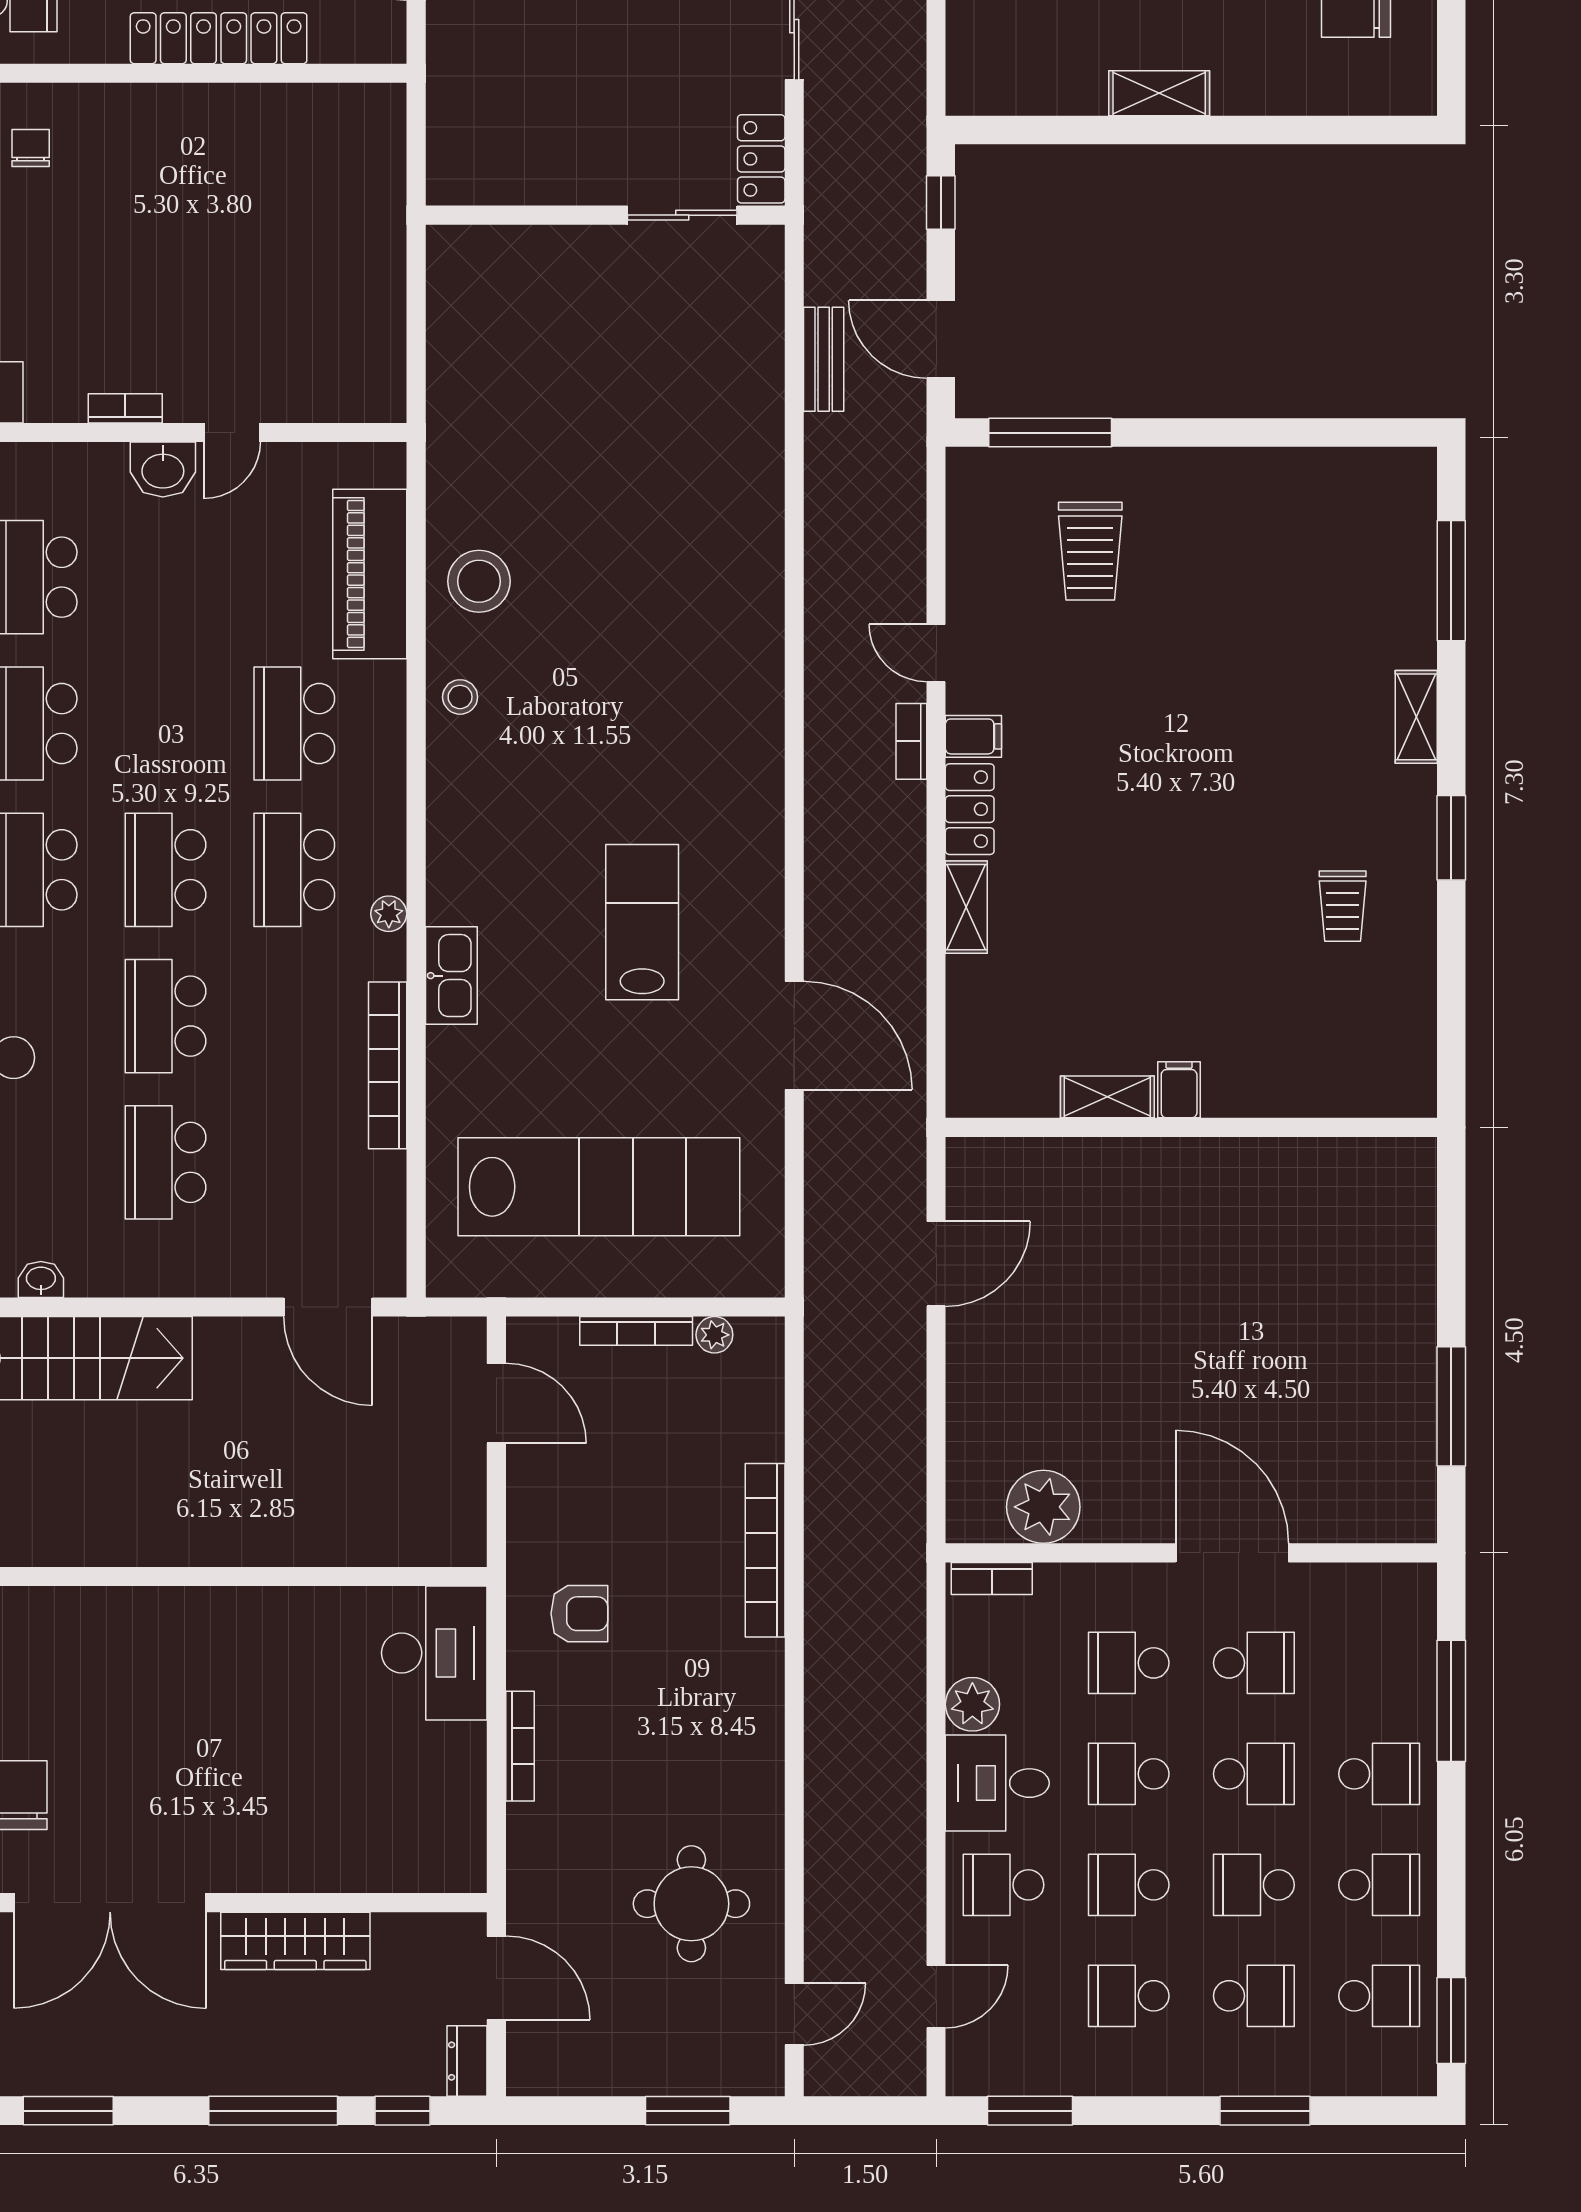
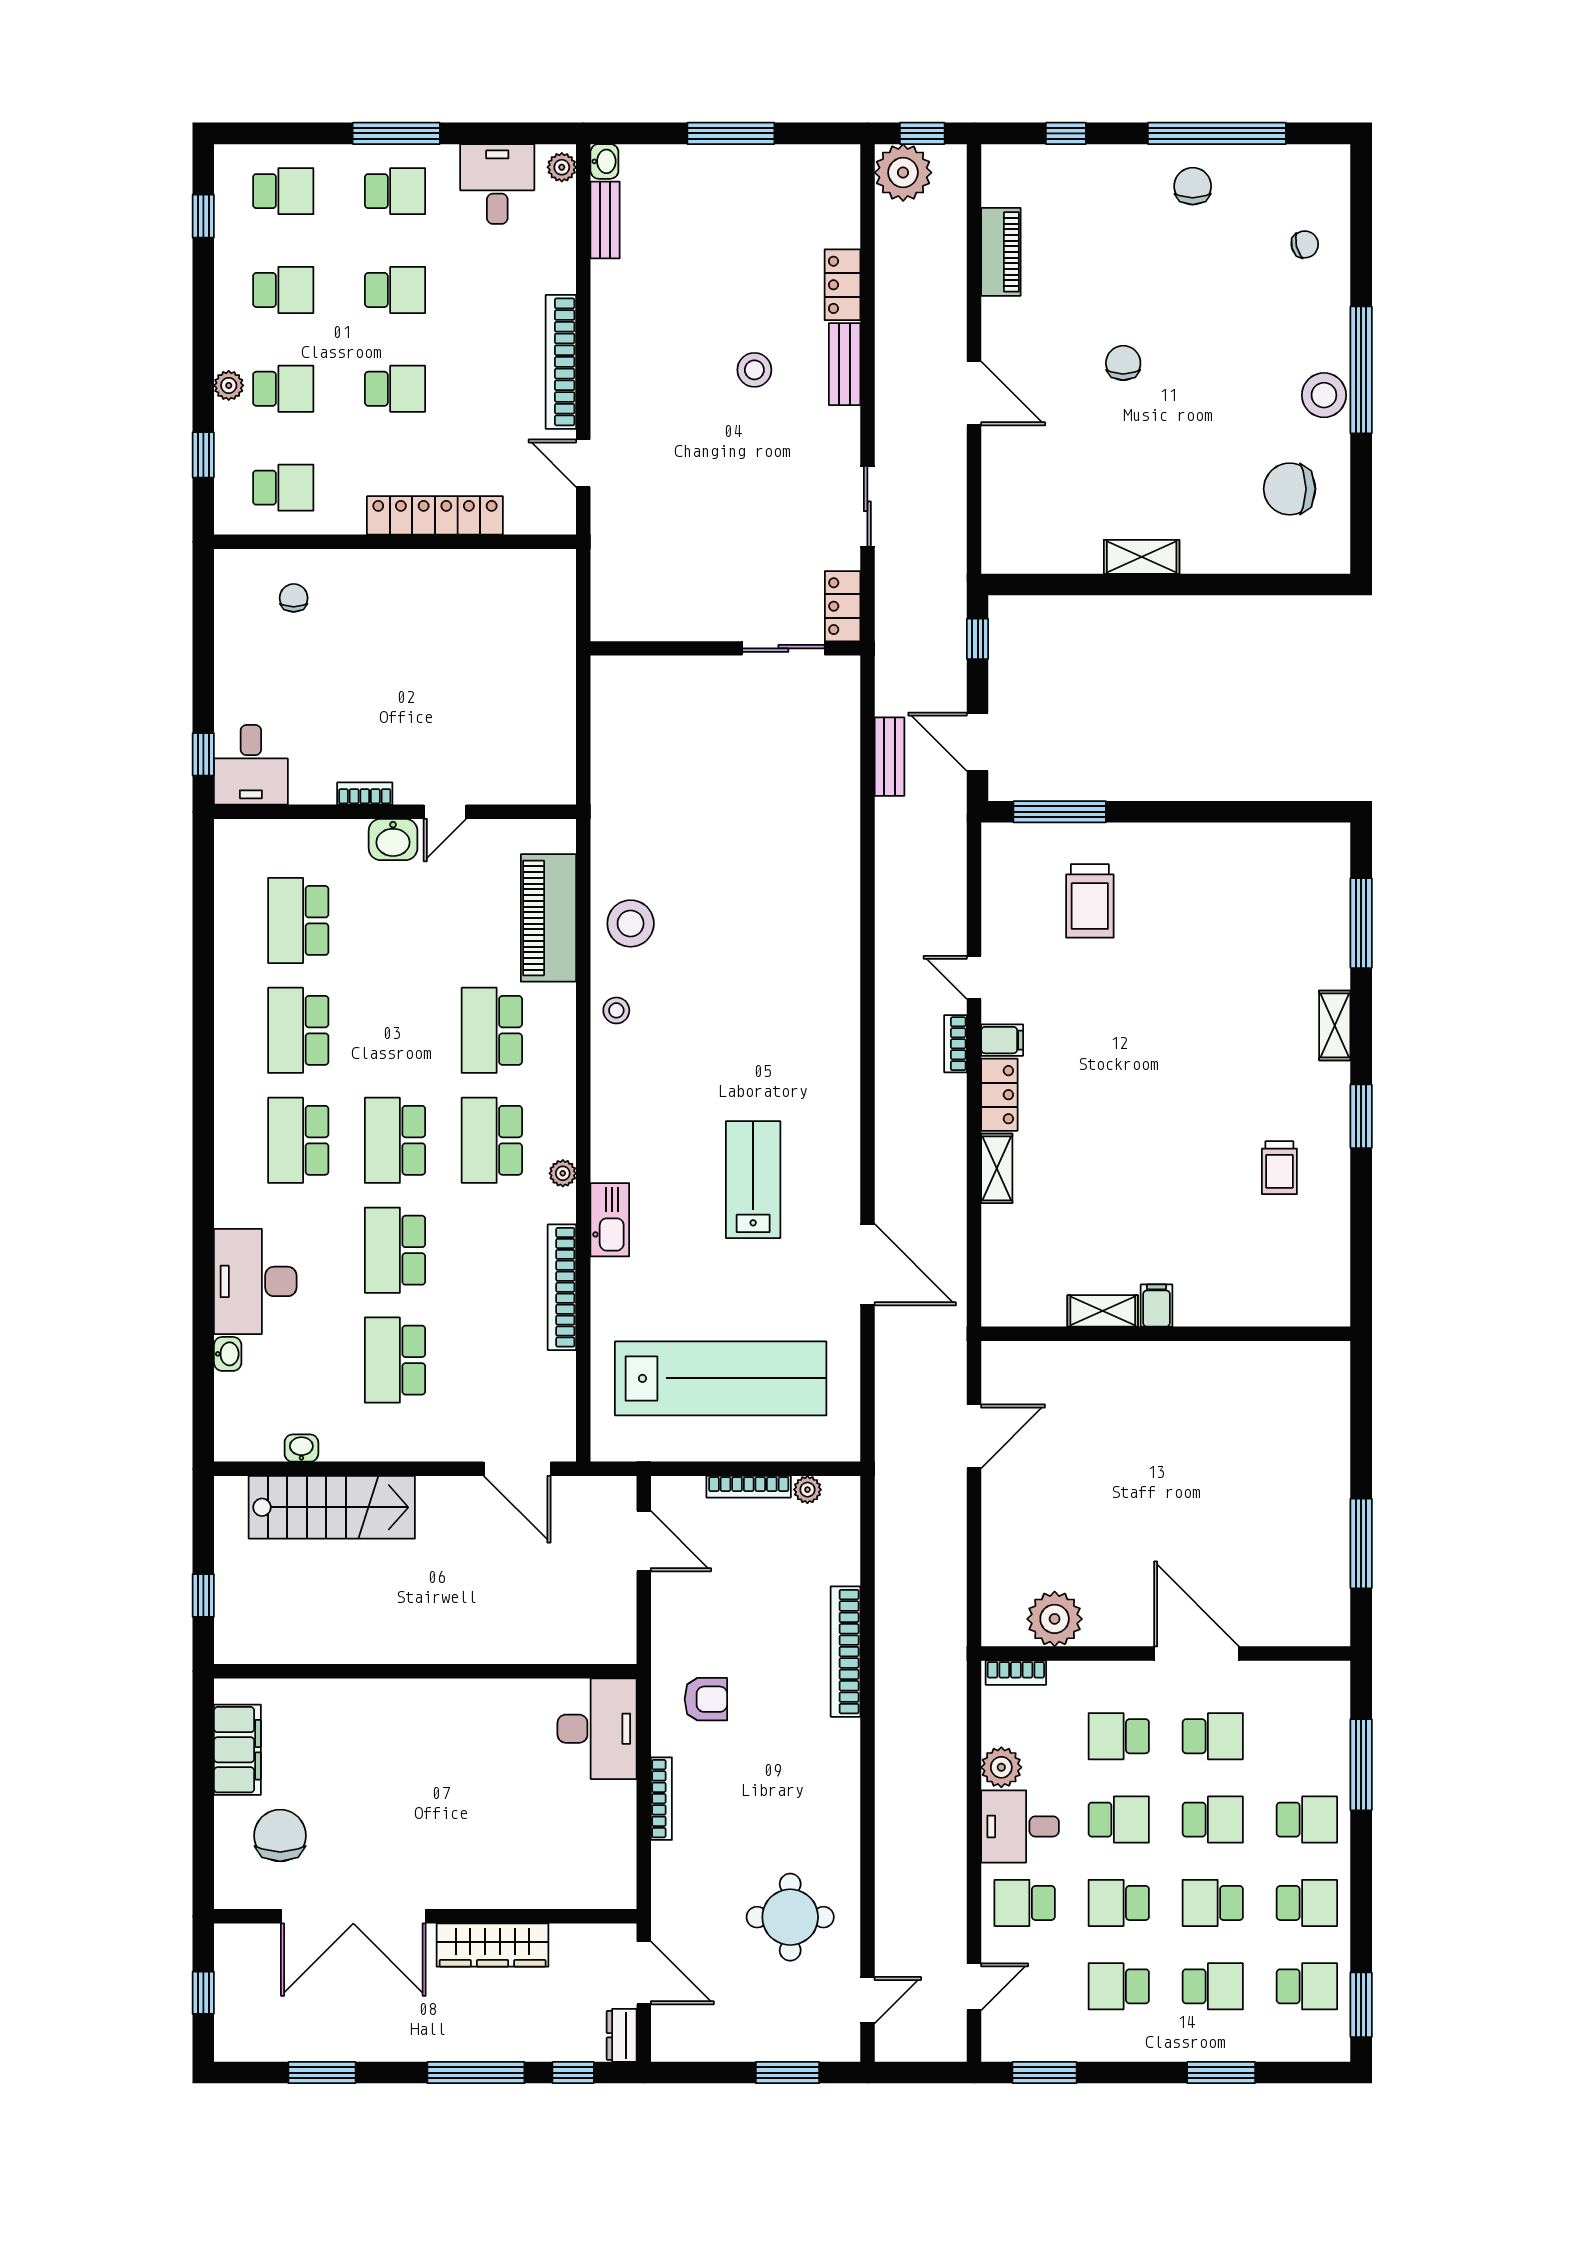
school desk: (1129, 1774) -> (1119, 1820), turned 180

